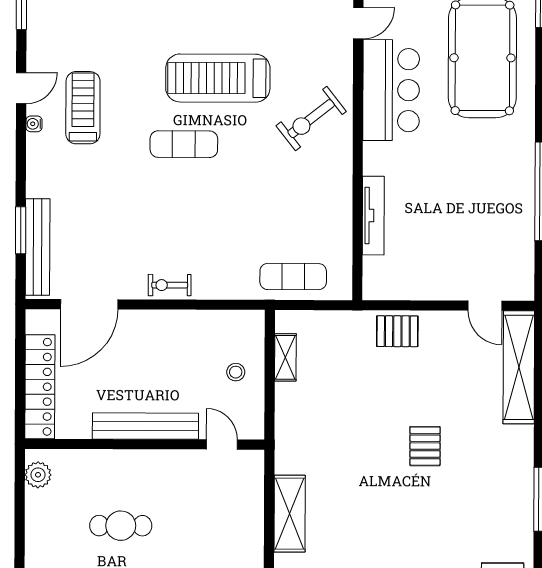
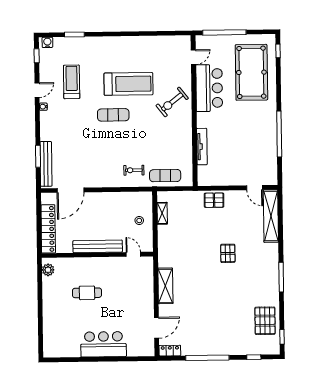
treadmill: (218, 78) -> (128, 84), turned 180
treadmill: (83, 108) -> (72, 82), moved
exercise bike: (170, 285) -> (134, 170), moved

